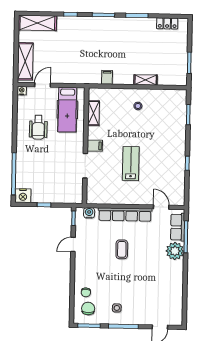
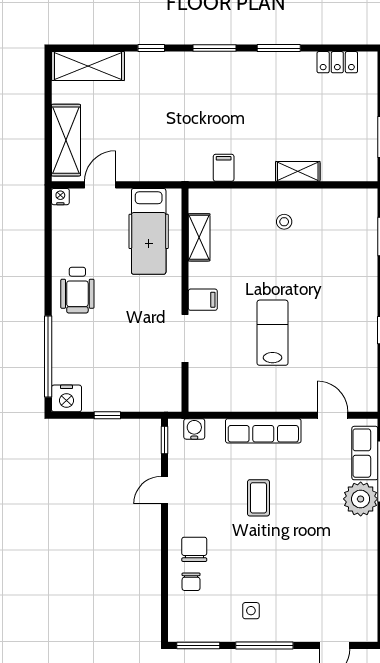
wheelchair: (38, 127) -> (77, 290), moved
row of seats: (125, 215) -> (263, 431), width x0.73
chair: (88, 308) -> (194, 549), moved

